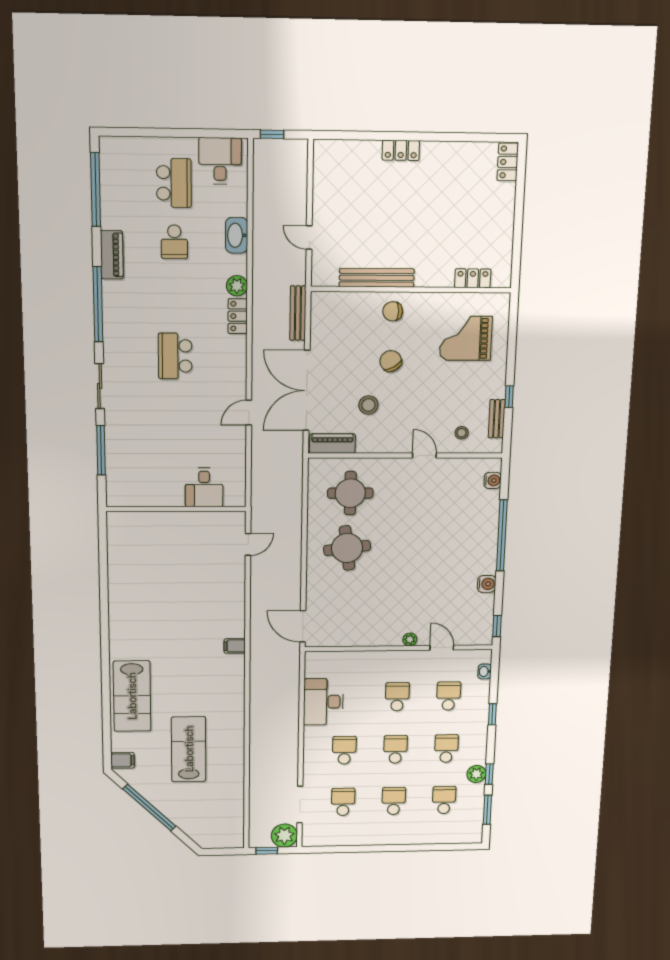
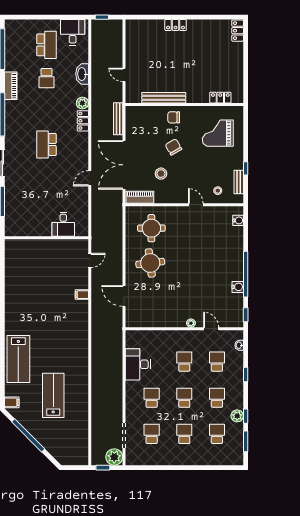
window: (502, 535) -> (246, 274), moved
door: (303, 626) -> (124, 296), moved
filing cabinet: (235, 646) -> (82, 295), moved

